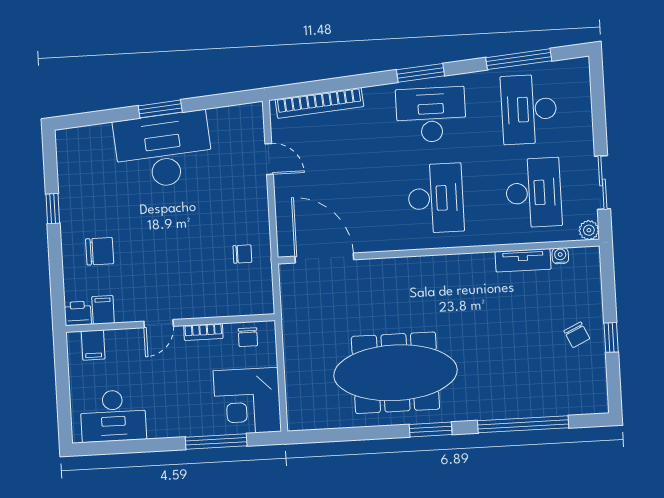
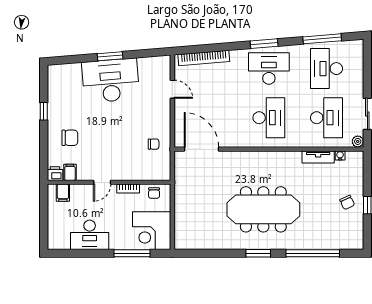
meeting table: (395, 373) -> (263, 209), moved
desk: (113, 416) -> (90, 235), moved

